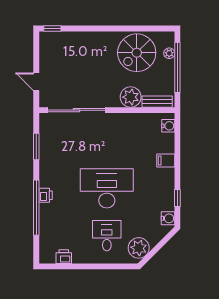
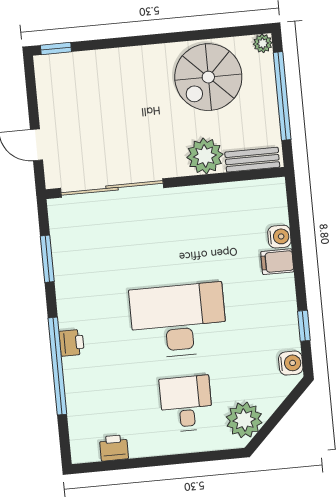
plant: (169, 53) -> (263, 43), moved
water cooler: (168, 126) -> (279, 237), moved

